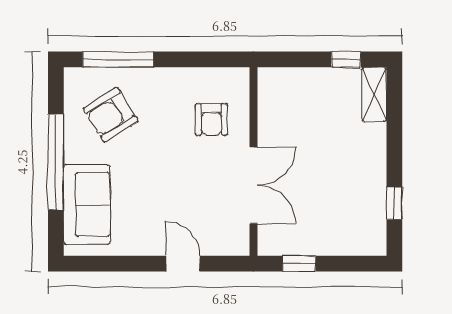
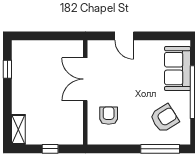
window: (346, 59) -> (50, 149), moved
window: (299, 264) -> (60, 36), removed

